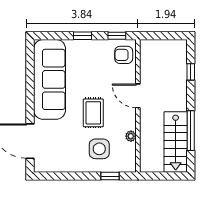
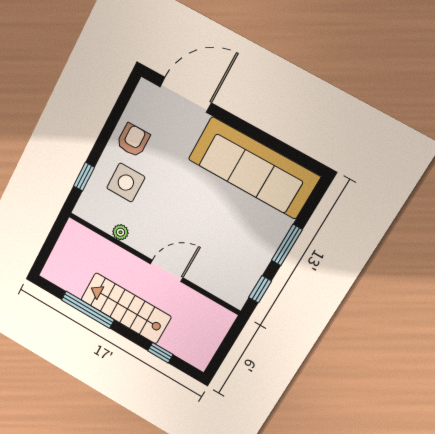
window: (82, 36) -> (287, 245), width x1.50
armchair: (124, 55) -> (133, 140), moved
rug: (93, 113) -> (176, 201), removed
stairs: (176, 142) -> (126, 308), moved

